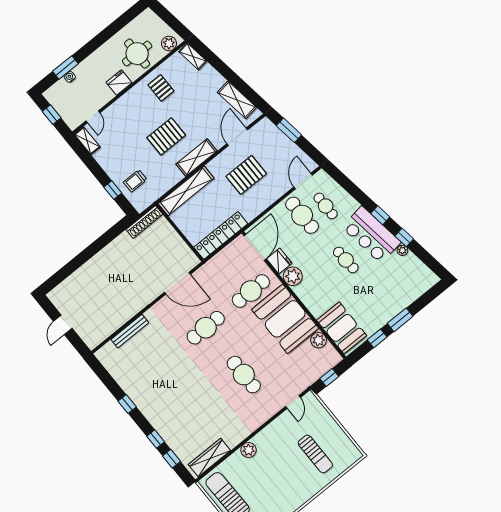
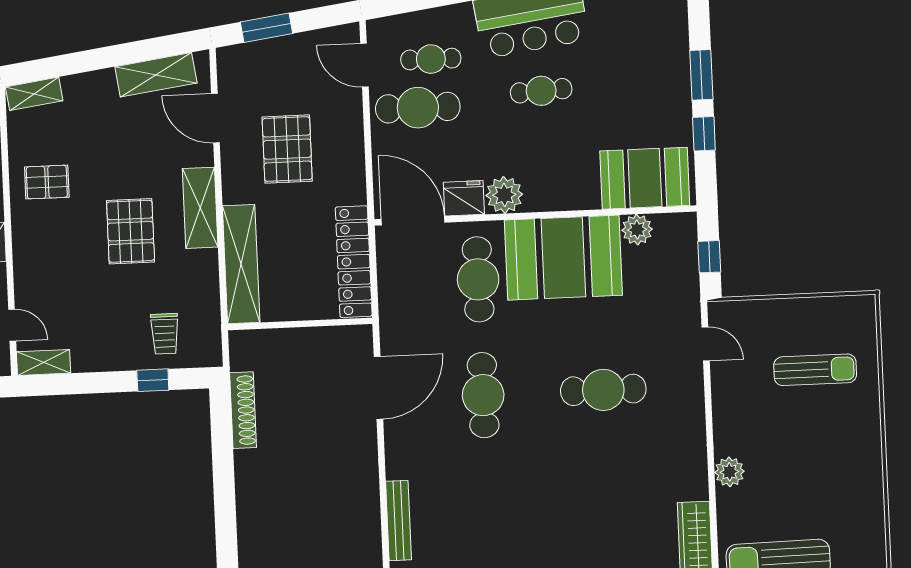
shoe rack: (144, 222) -> (243, 410), moved

